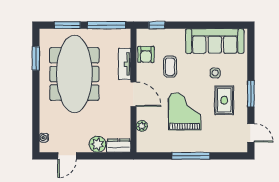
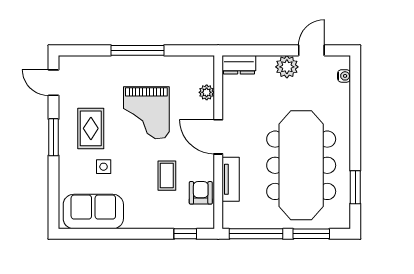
sofa: (215, 41) -> (93, 212), width x0.73
plant: (97, 144) -> (287, 67), moved

